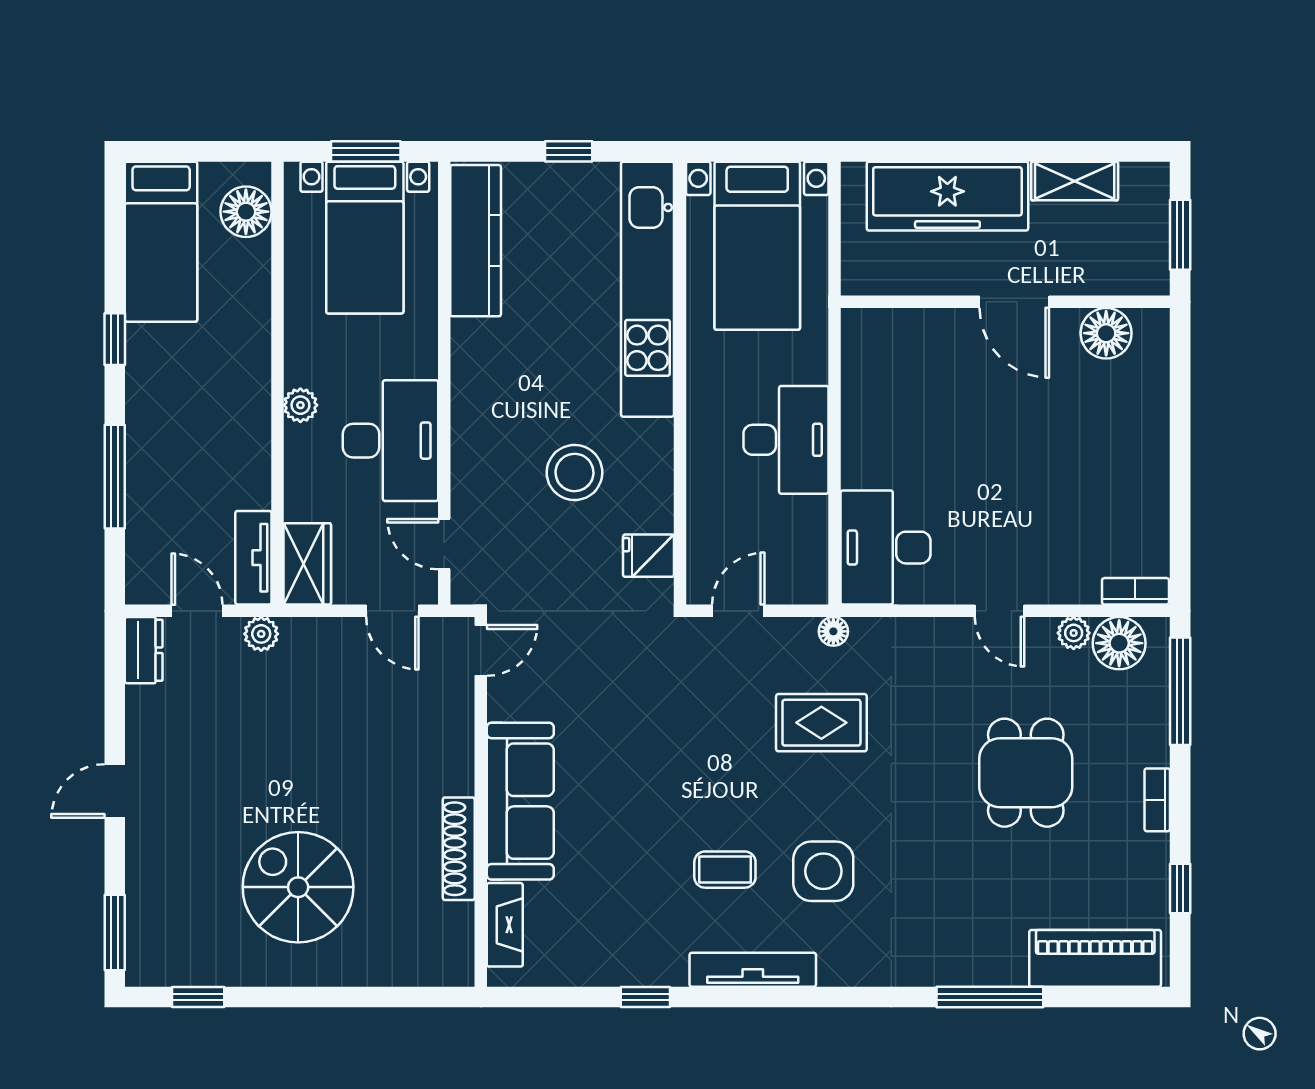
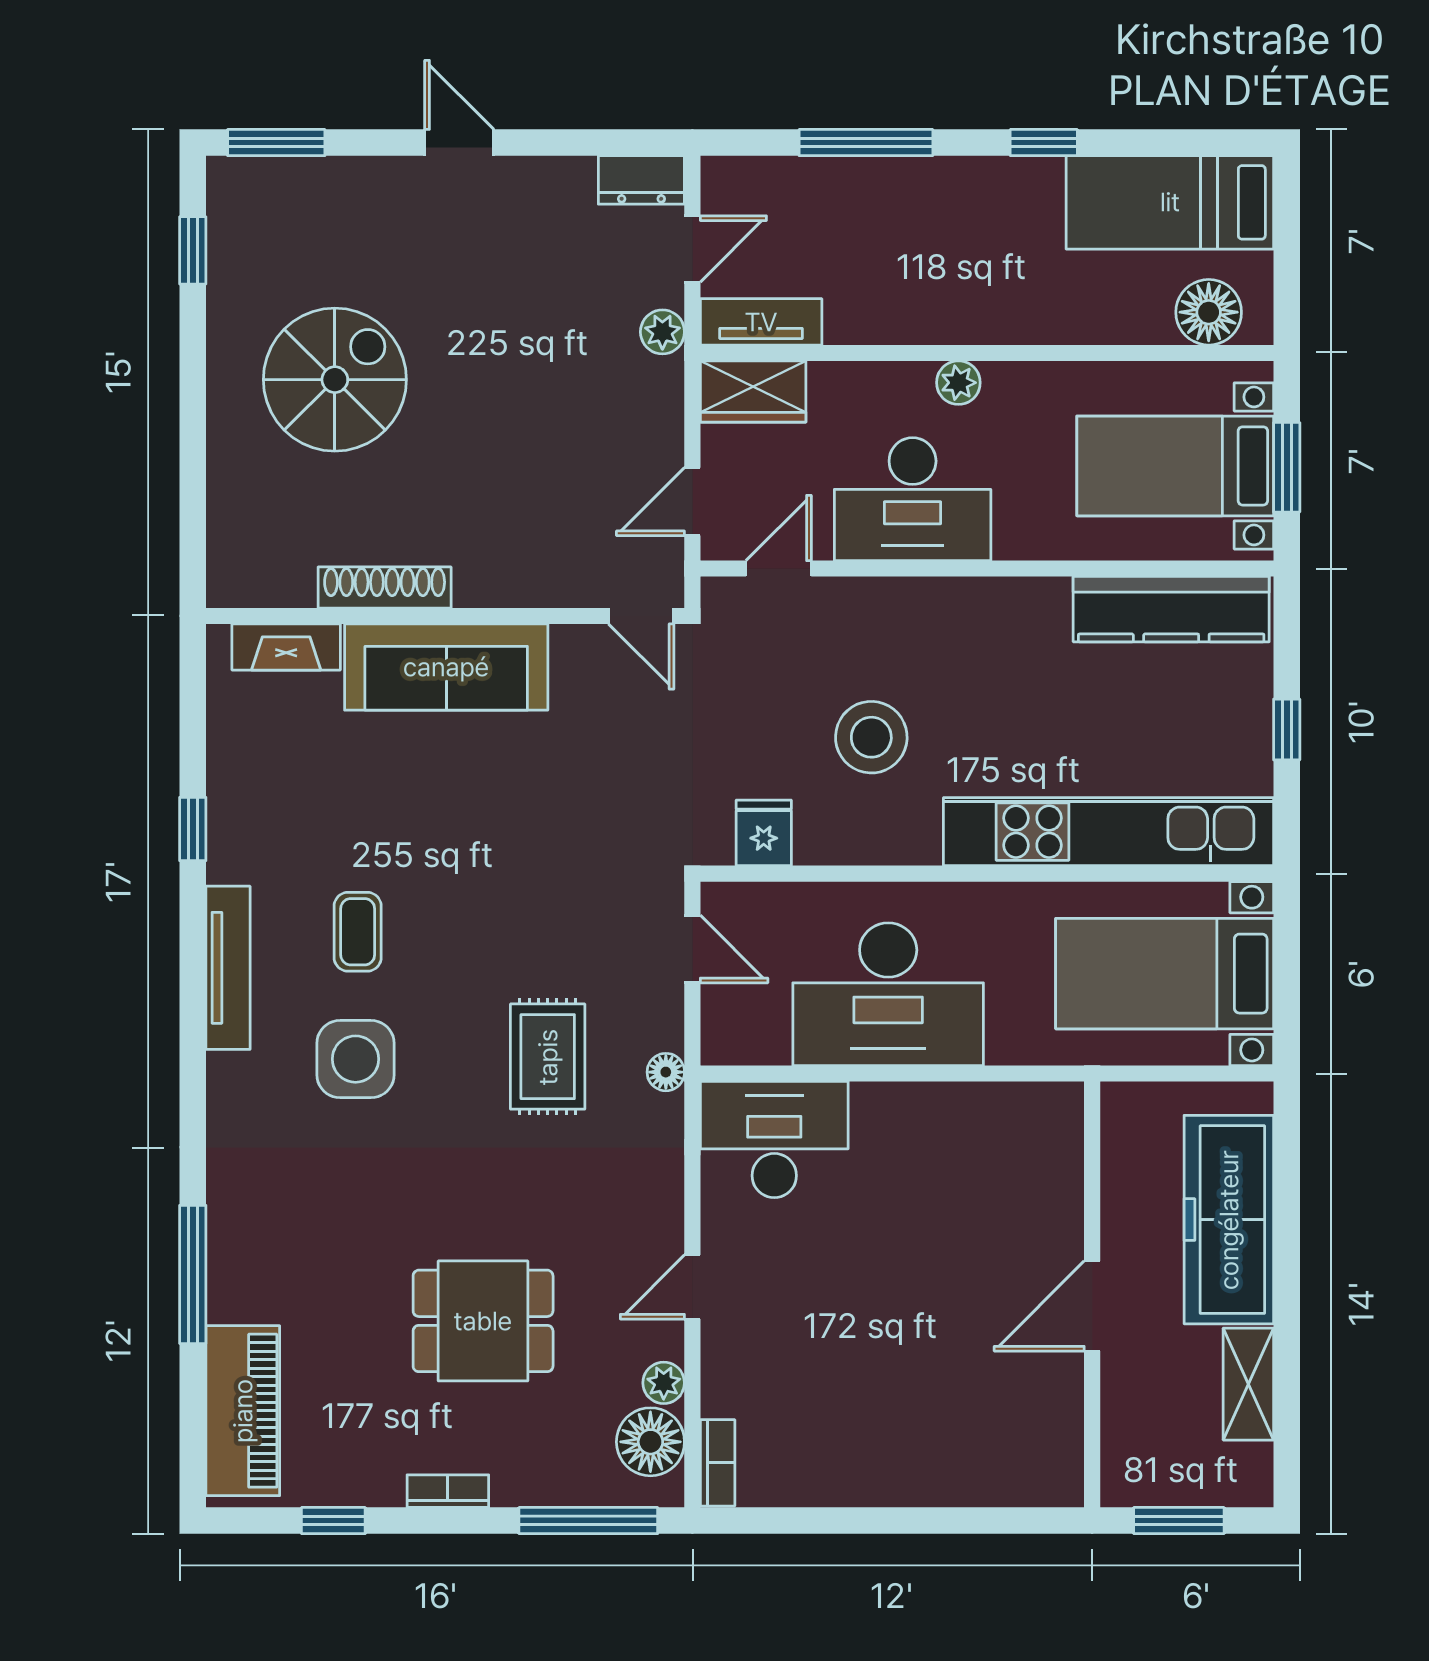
floor lamp: (1106, 333) -> (1051, 1425), removed
desk: (786, 440) -> (888, 994), width x1.36, depth x1.30

